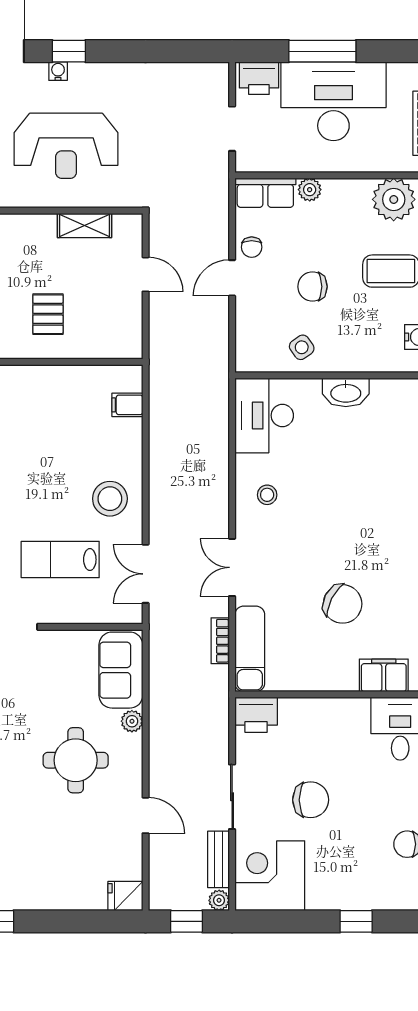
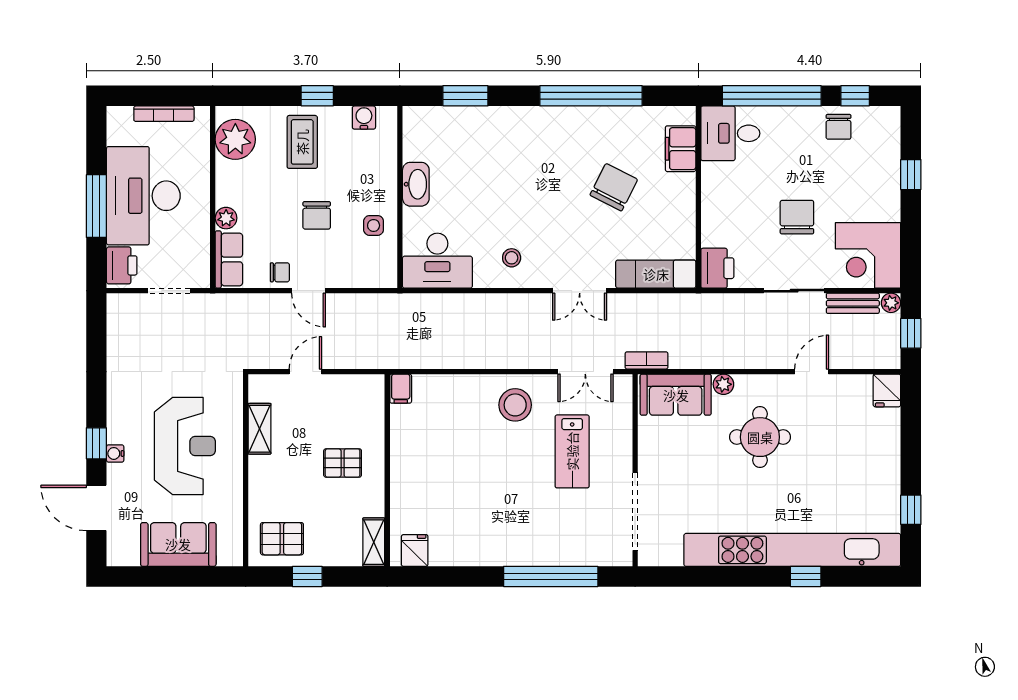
side table: (302, 347) -> (374, 225), turned 35
filing cabinet: (127, 405) -> (401, 389), moved
bookcase: (220, 641) -> (647, 360), moved, turned 180

